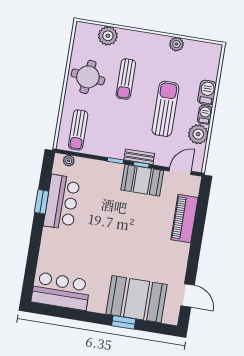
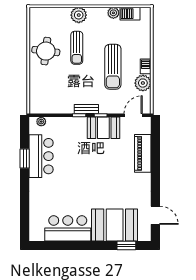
plant: (108, 36) -> (79, 15), moved
barbecue: (207, 93) -> (130, 14), moved, turned -90
sun lounger: (165, 109) -> (113, 67), turned 180
sun lounger: (78, 130) -> (45, 95), removed
bench: (139, 157) -> (86, 109), moved
bar counter: (61, 291) -> (68, 228), moved
window: (124, 322) -> (126, 246), moved

